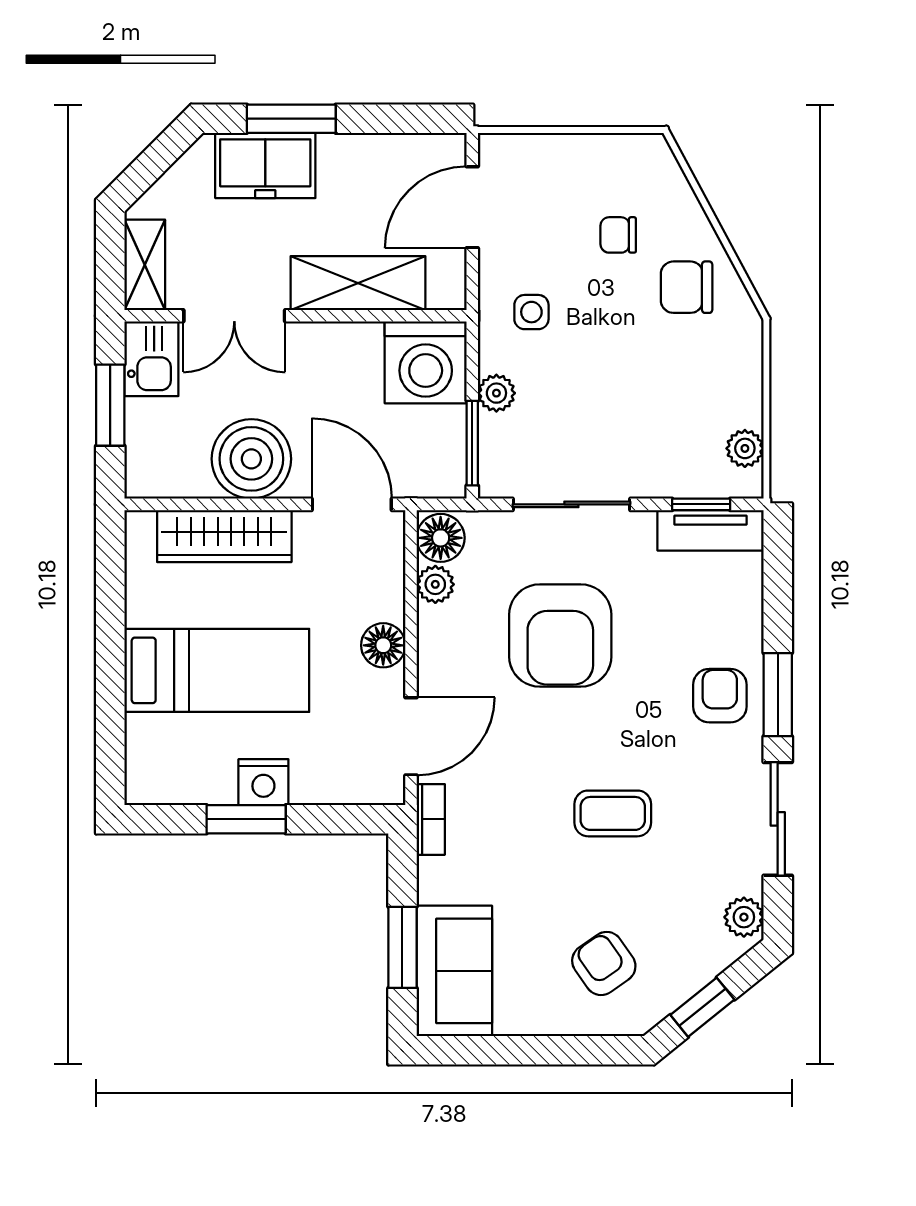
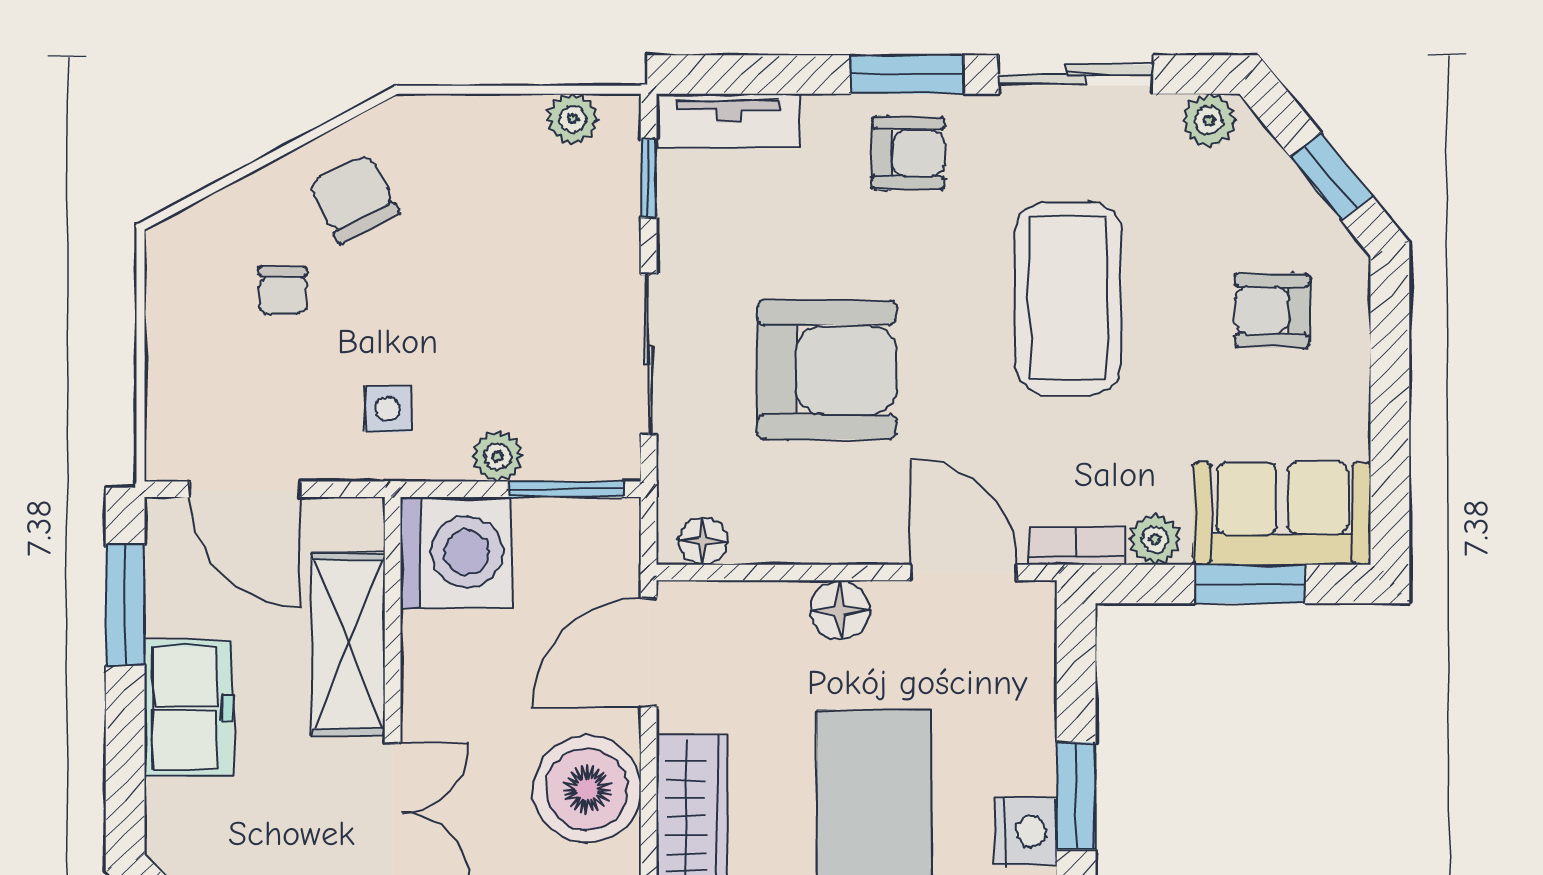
window: (291, 119) -> (125, 605), moved
freezer: (265, 165) -> (189, 708), moved
chair: (687, 287) -> (354, 198), turned 153
tv unit: (711, 530) -> (728, 121), moved, turned 90
floor lamp: (441, 538) -> (703, 541), width x0.73, depth x0.73
plant: (435, 584) -> (1155, 539), moved
armchair: (720, 696) -> (908, 153), turned 180
nightstand: (263, 782) -> (1026, 831), moved
coffee table: (613, 813) -> (1068, 298), width x1.86, depth x1.72
armchair: (604, 963) -> (1272, 311), turned 35

